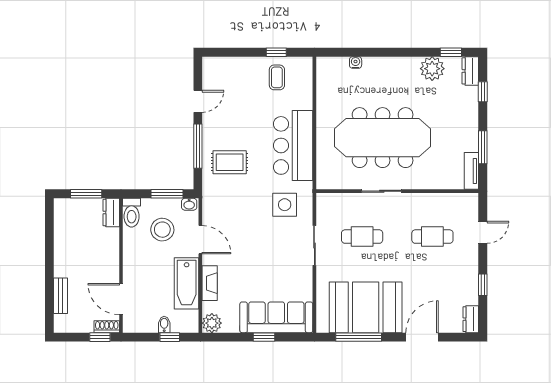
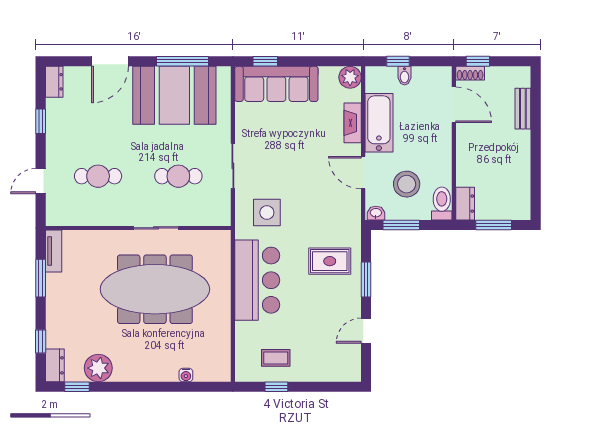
coffee table: (277, 77) -> (276, 358), turned 90
window: (198, 146) -> (366, 279), width x0.69
window: (264, 337) -> (265, 61), moved

